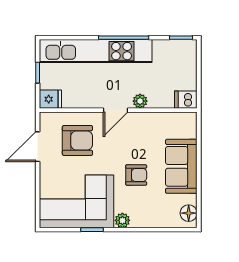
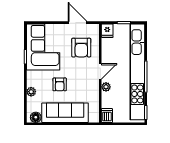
kitchen unit: (96, 51) -> (137, 72), width x1.36
door: (116, 110) -> (100, 71), swing flipped
sofa: (181, 166) -> (65, 113), width x1.36
plant: (122, 220) -> (31, 92), moved

